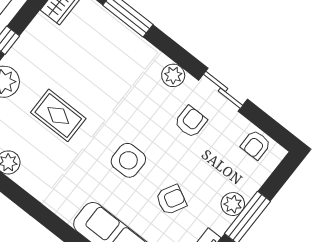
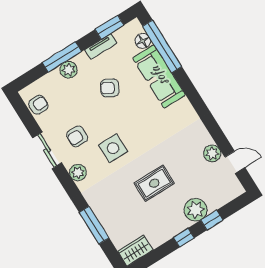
rug: (58, 115) -> (154, 183), moved, turned 90
side table: (128, 160) -> (113, 148), moved

